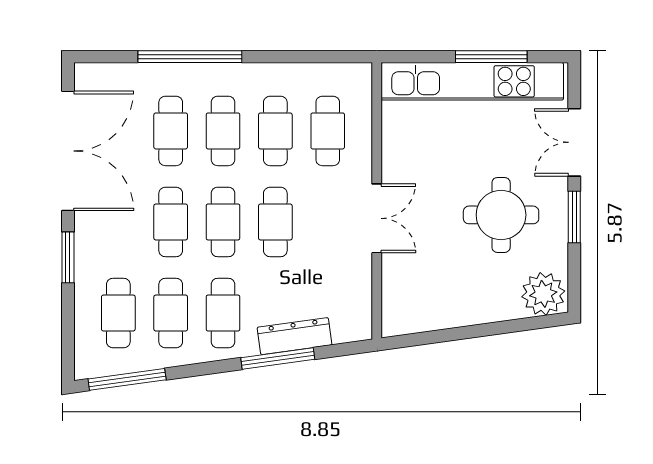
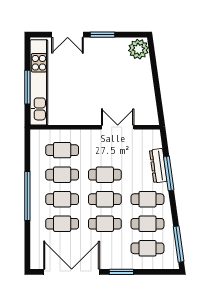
window: (190, 57) -> (27, 196), moved
window: (491, 57) -> (27, 87), moved
round table: (501, 215) -> (102, 69), removed
double door: (377, 218) -> (118, 127), moved

